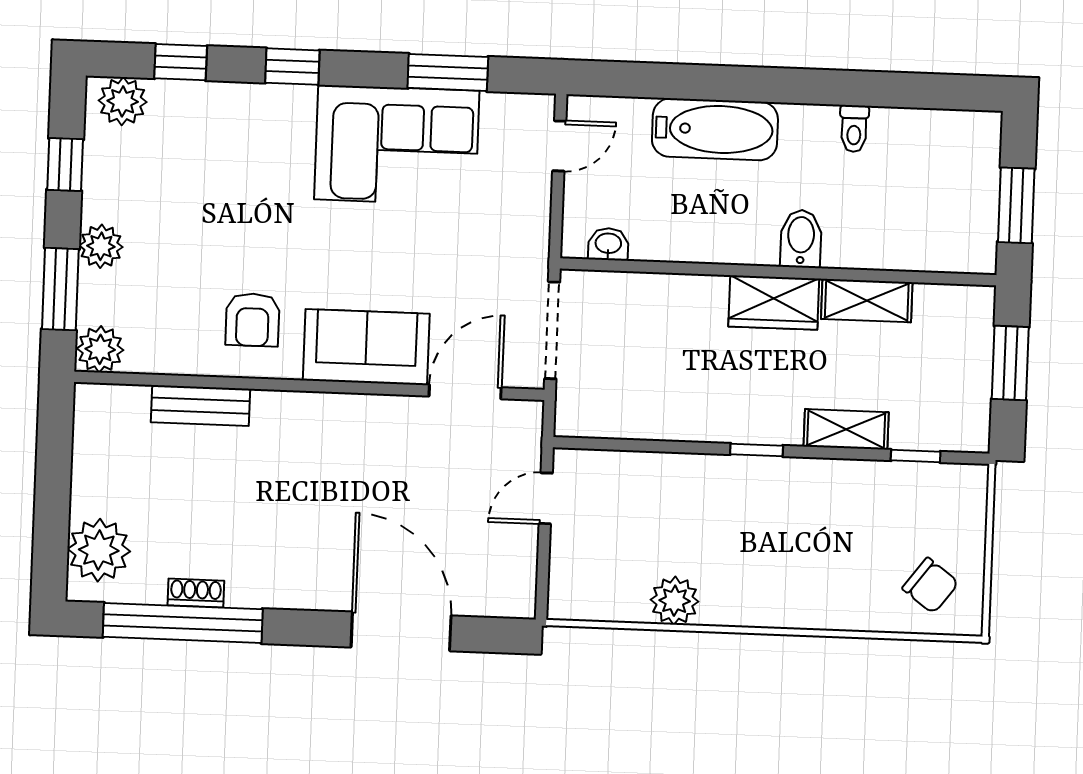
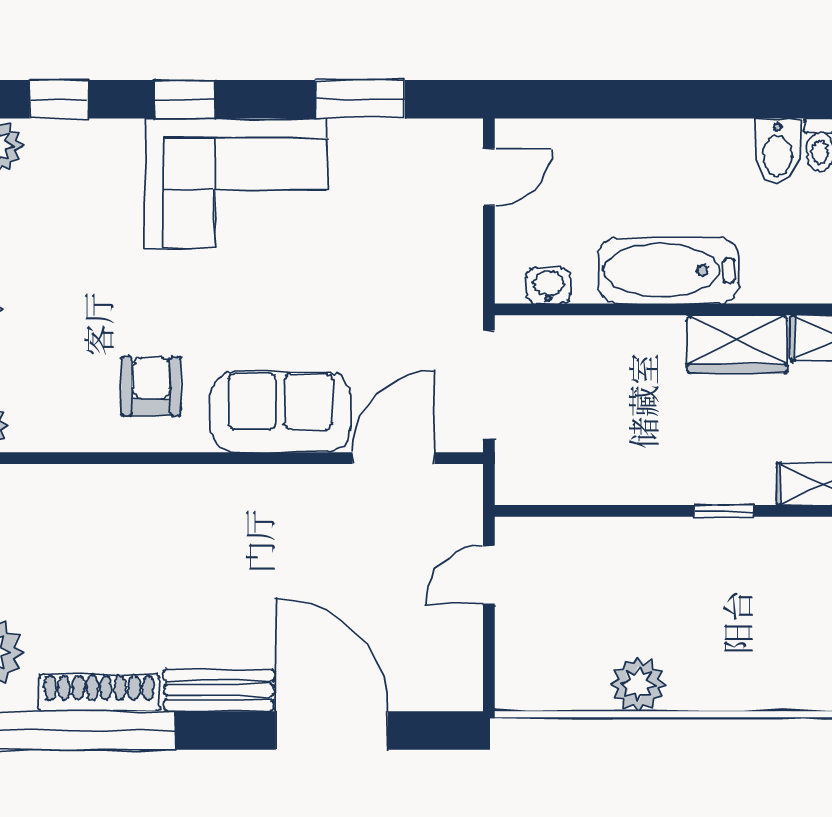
bathtub: (715, 129) -> (668, 270), moved, turned 180
corner sofa: (397, 145) -> (236, 183), moved
bidet: (801, 239) -> (777, 151), moved, turned 180
armchair: (252, 320) -> (151, 386), turned 180
bench: (200, 405) -> (219, 690), moved
shoe rack: (196, 593) -> (99, 693), width x1.94, depth x1.24

